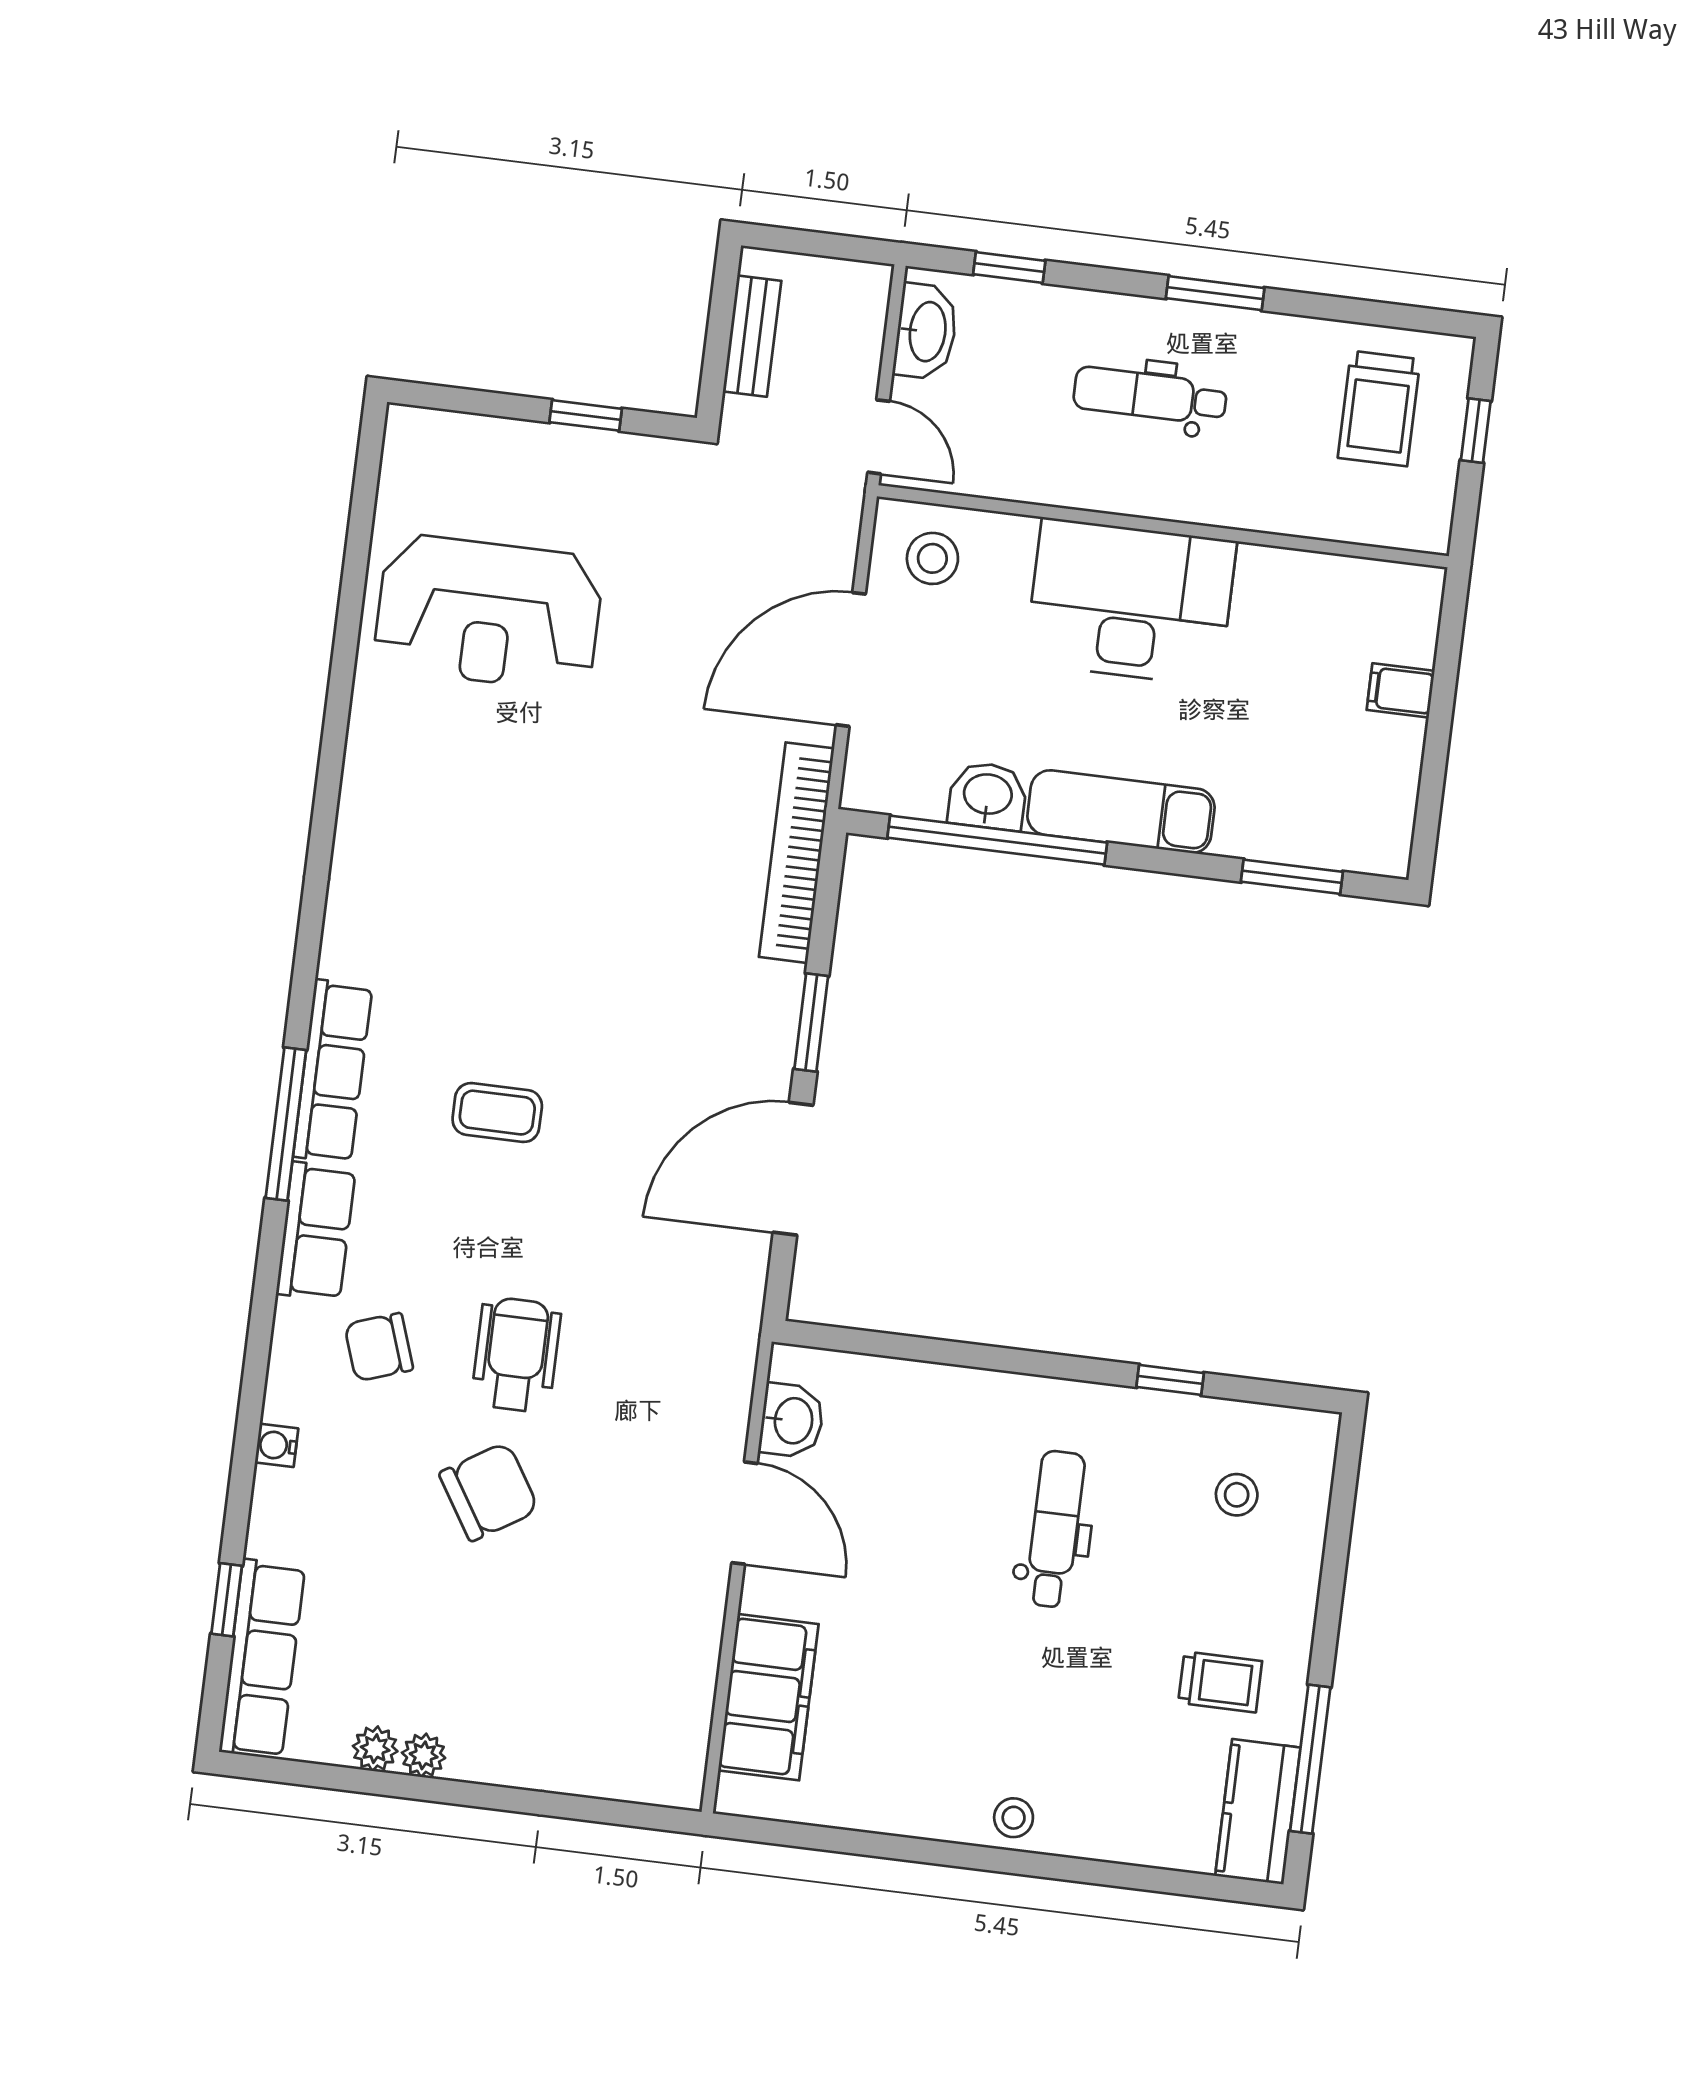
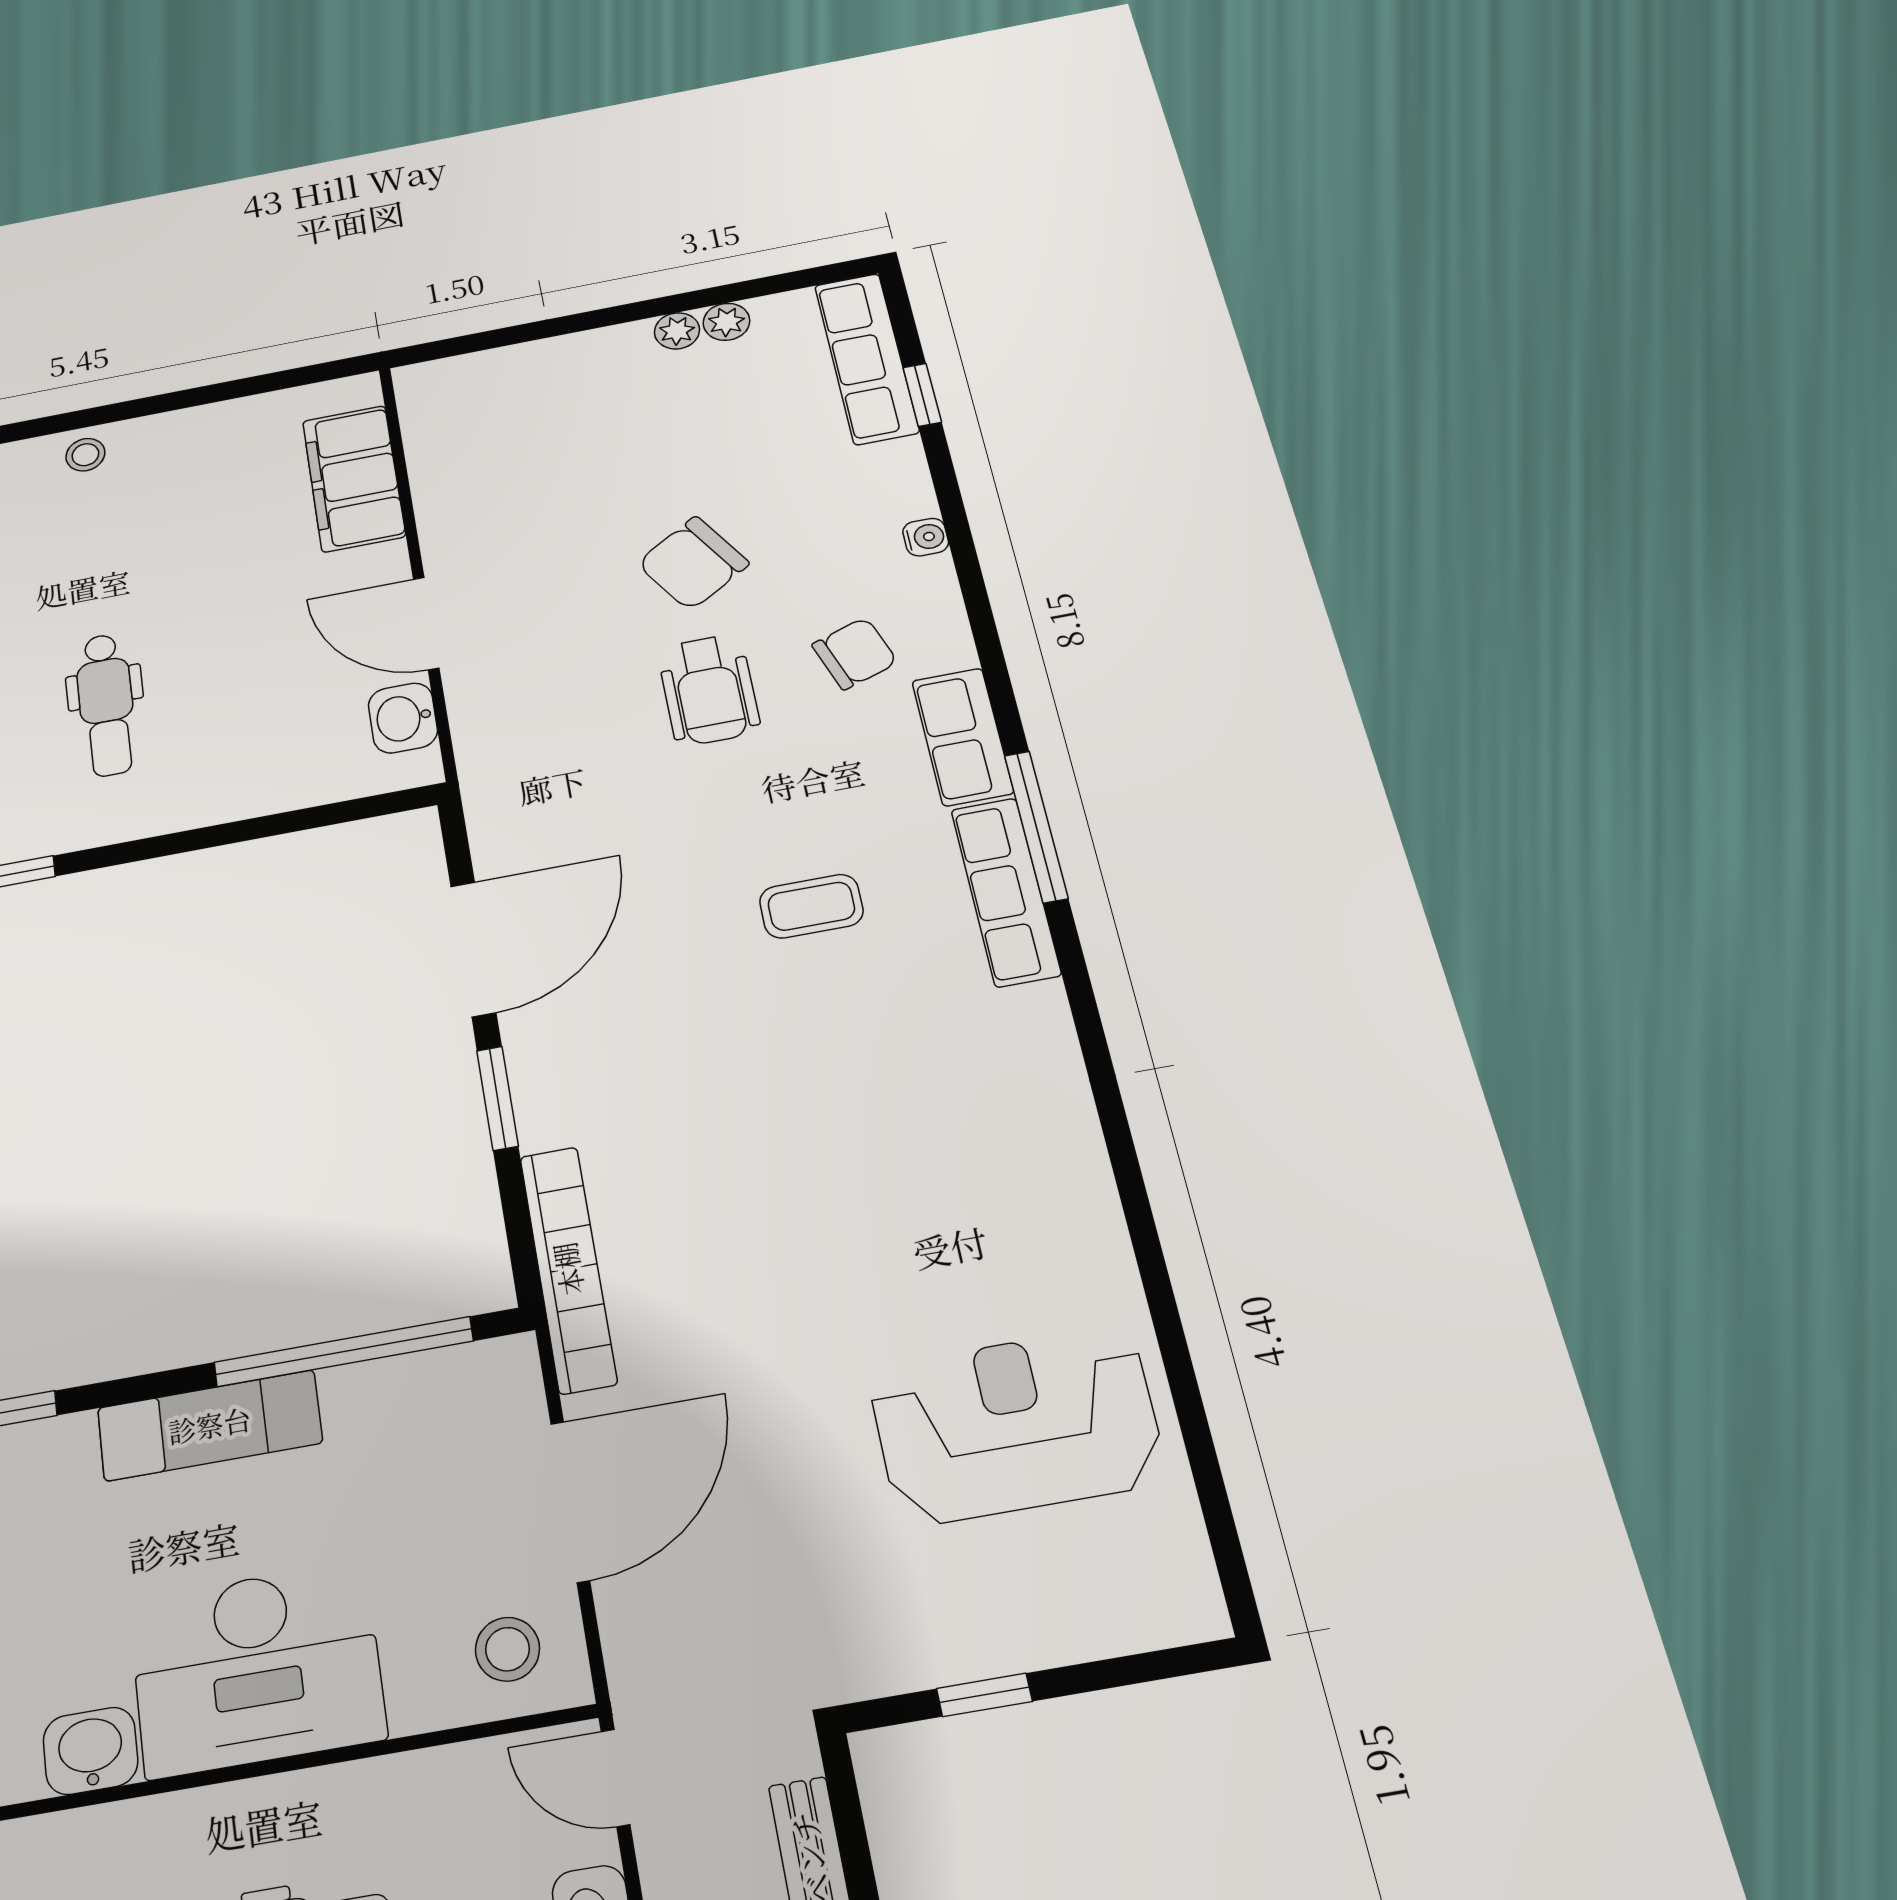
washbasin: (988, 796) -> (91, 1751), moved, turned 180

